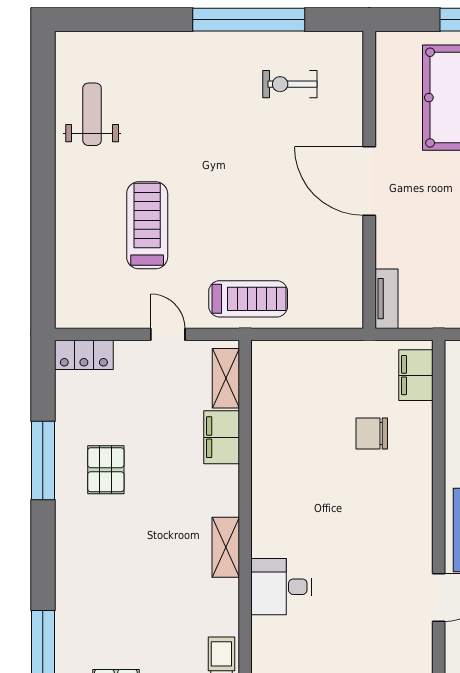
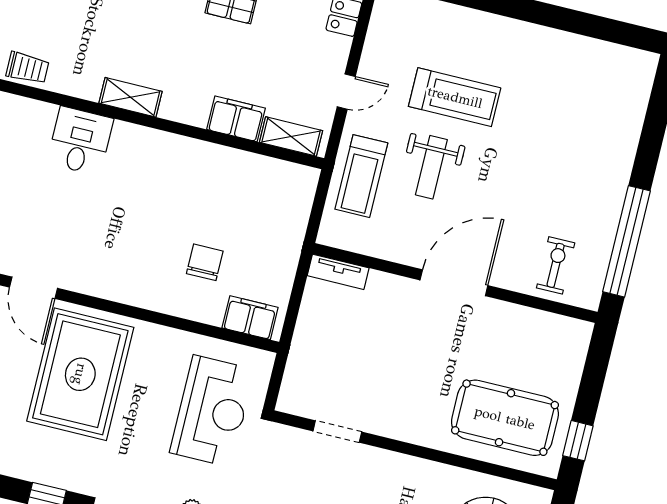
weight bench: (92, 114) -> (431, 167), moved, turned 90
wall: (369, 180) -> (455, 283), moved
door: (369, 181) -> (454, 283), moved
tv unit: (386, 299) -> (338, 272), moved

